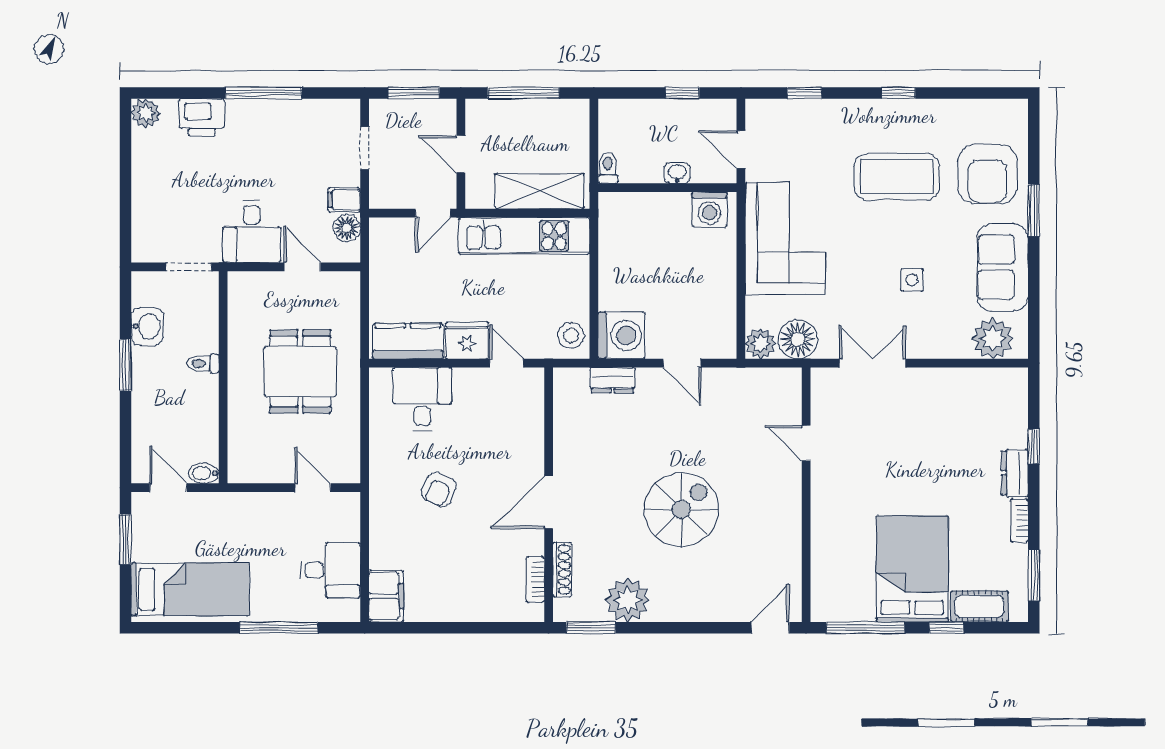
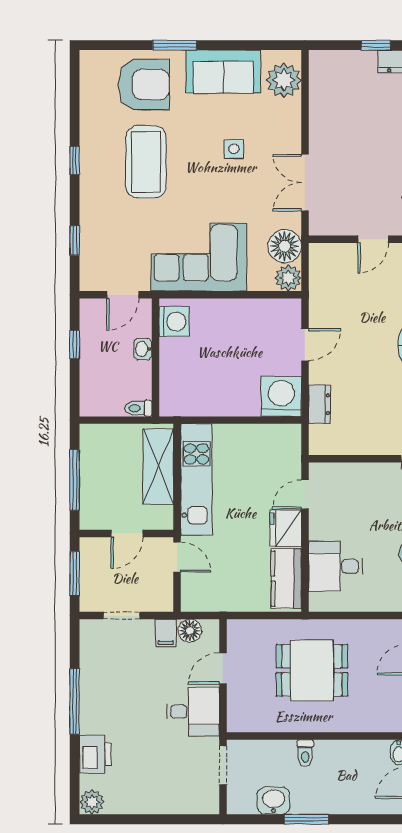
stool: (571, 335) -> (281, 440), removed

